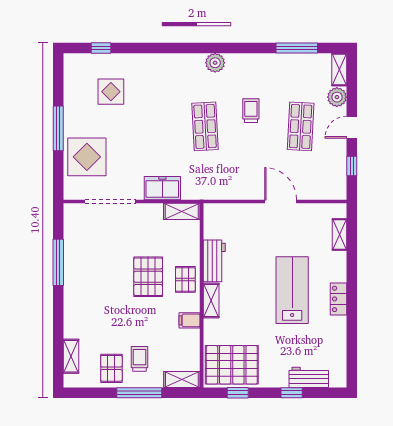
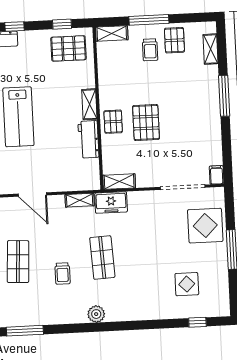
freezer: (162, 188) -> (111, 203), moved
shelving: (228, 193) -> (80, 200), added
window: (58, 262) -> (224, 96), moved
filing cabinet: (190, 320) -> (217, 175), moved, turned -90
pallet: (232, 365) -> (68, 48), width x0.73, depth x0.71

